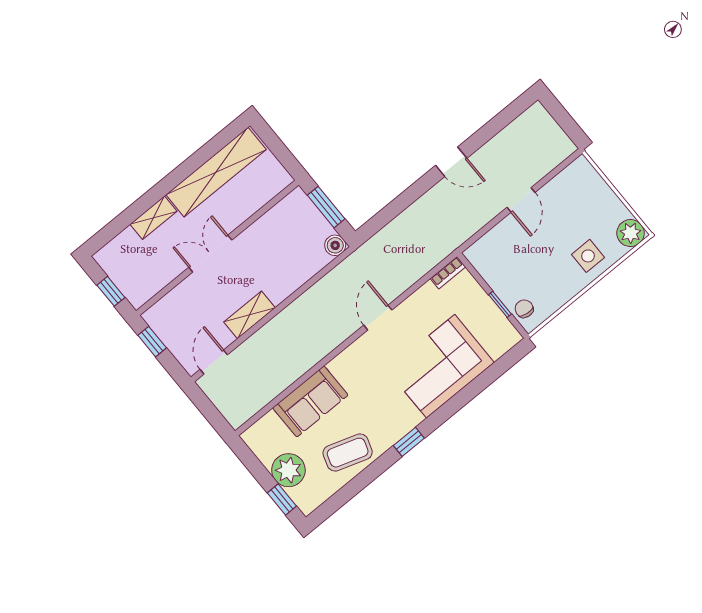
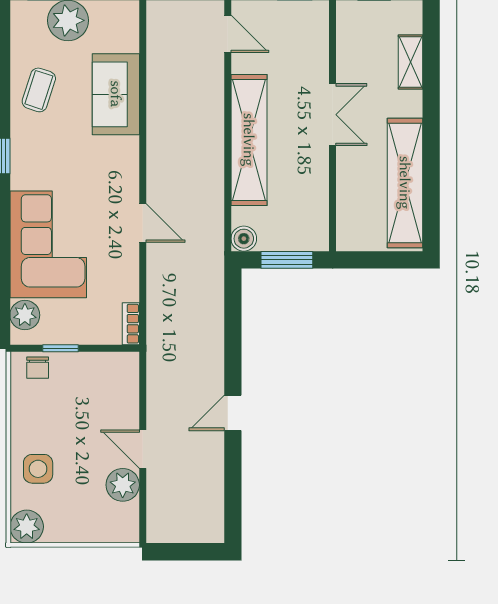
plant: (554, 194) -> (123, 485), added
shelving: (153, 218) -> (410, 62), moved
chair: (524, 309) -> (38, 368), turned 83
shelving: (250, 315) -> (249, 140), width x2.20, depth x1.33
plant: (497, 344) -> (25, 315), added
coffee table: (348, 453) -> (39, 90), width x0.73, depth x0.77

